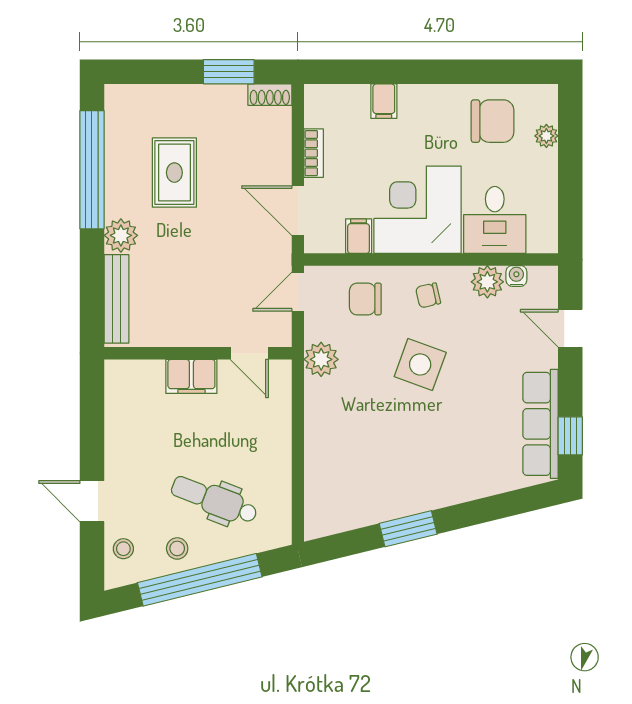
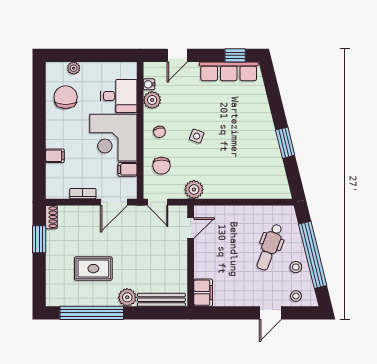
side table: (420, 364) -> (197, 136), width x0.54, depth x0.54
filing cabinet: (191, 376) -> (203, 293), moved

